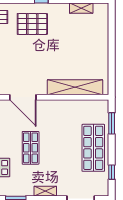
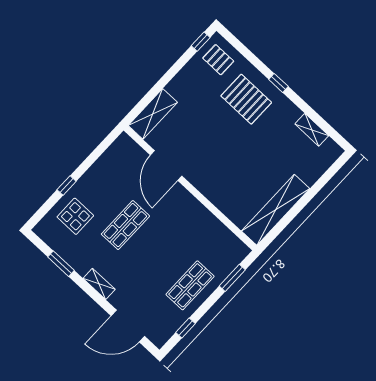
shelving: (75, 87) -> (276, 210), moved, turned 90
shop shelf: (93, 148) -> (190, 285), width x0.70, depth x0.74

